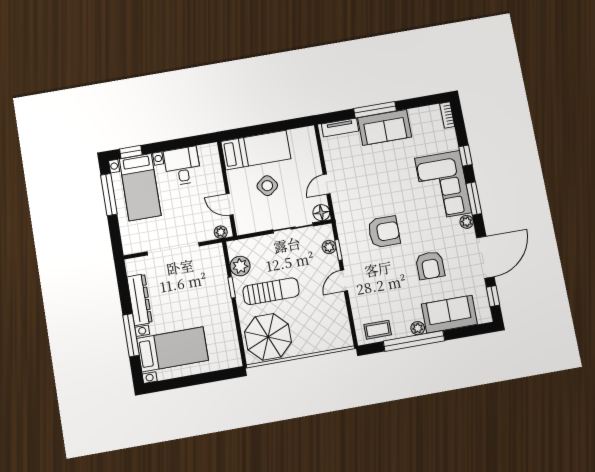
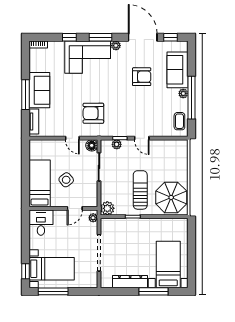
desk: (182, 166) -> (41, 223), moved, turned 90
armchair: (384, 232) -> (93, 113), moved, turned -90
plant: (240, 266) -> (107, 208), moved

